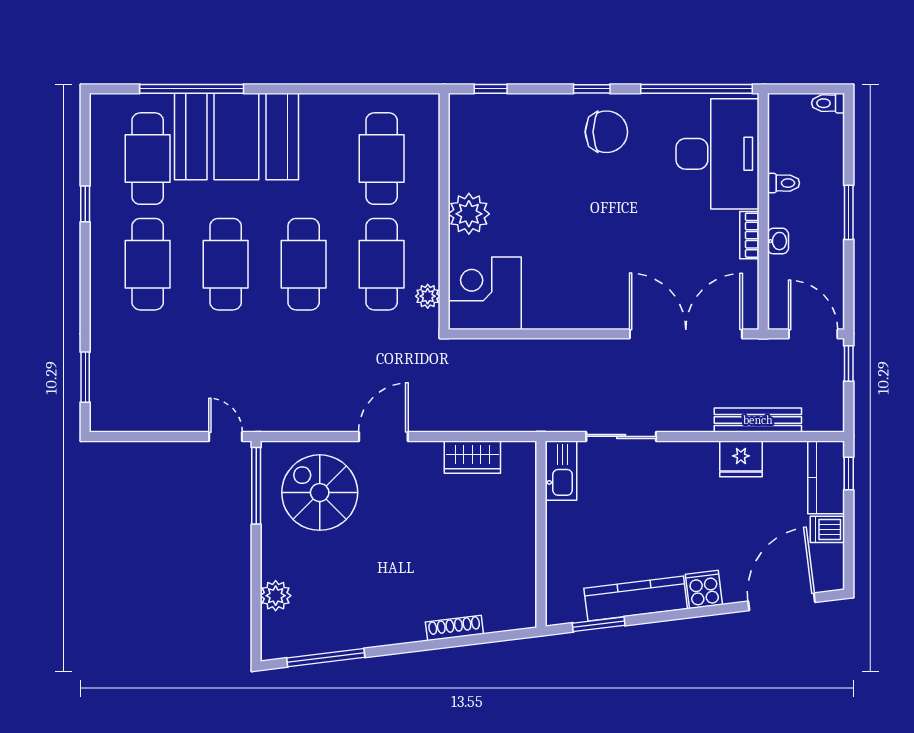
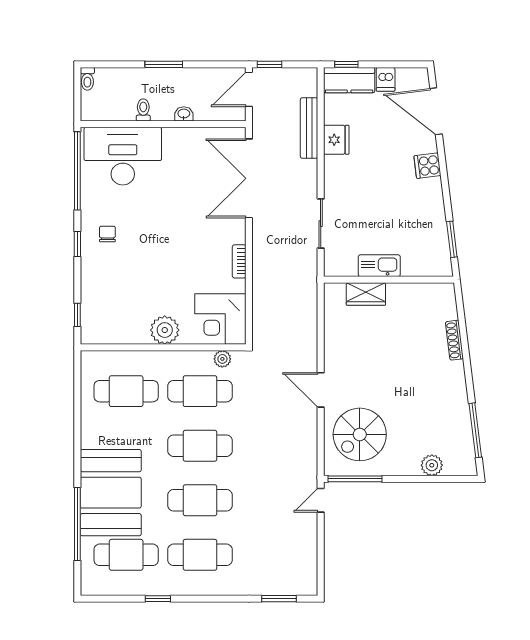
chair: (606, 132) -> (107, 234), width x0.54, depth x0.54
bookcase: (749, 235) -> (239, 261), moved, turned 90
wardrobe: (472, 457) -> (366, 294), moved, turned 90
kitchen sink: (561, 471) -> (379, 266), moved
kitchen counter: (636, 599) -> (434, 213), removed

